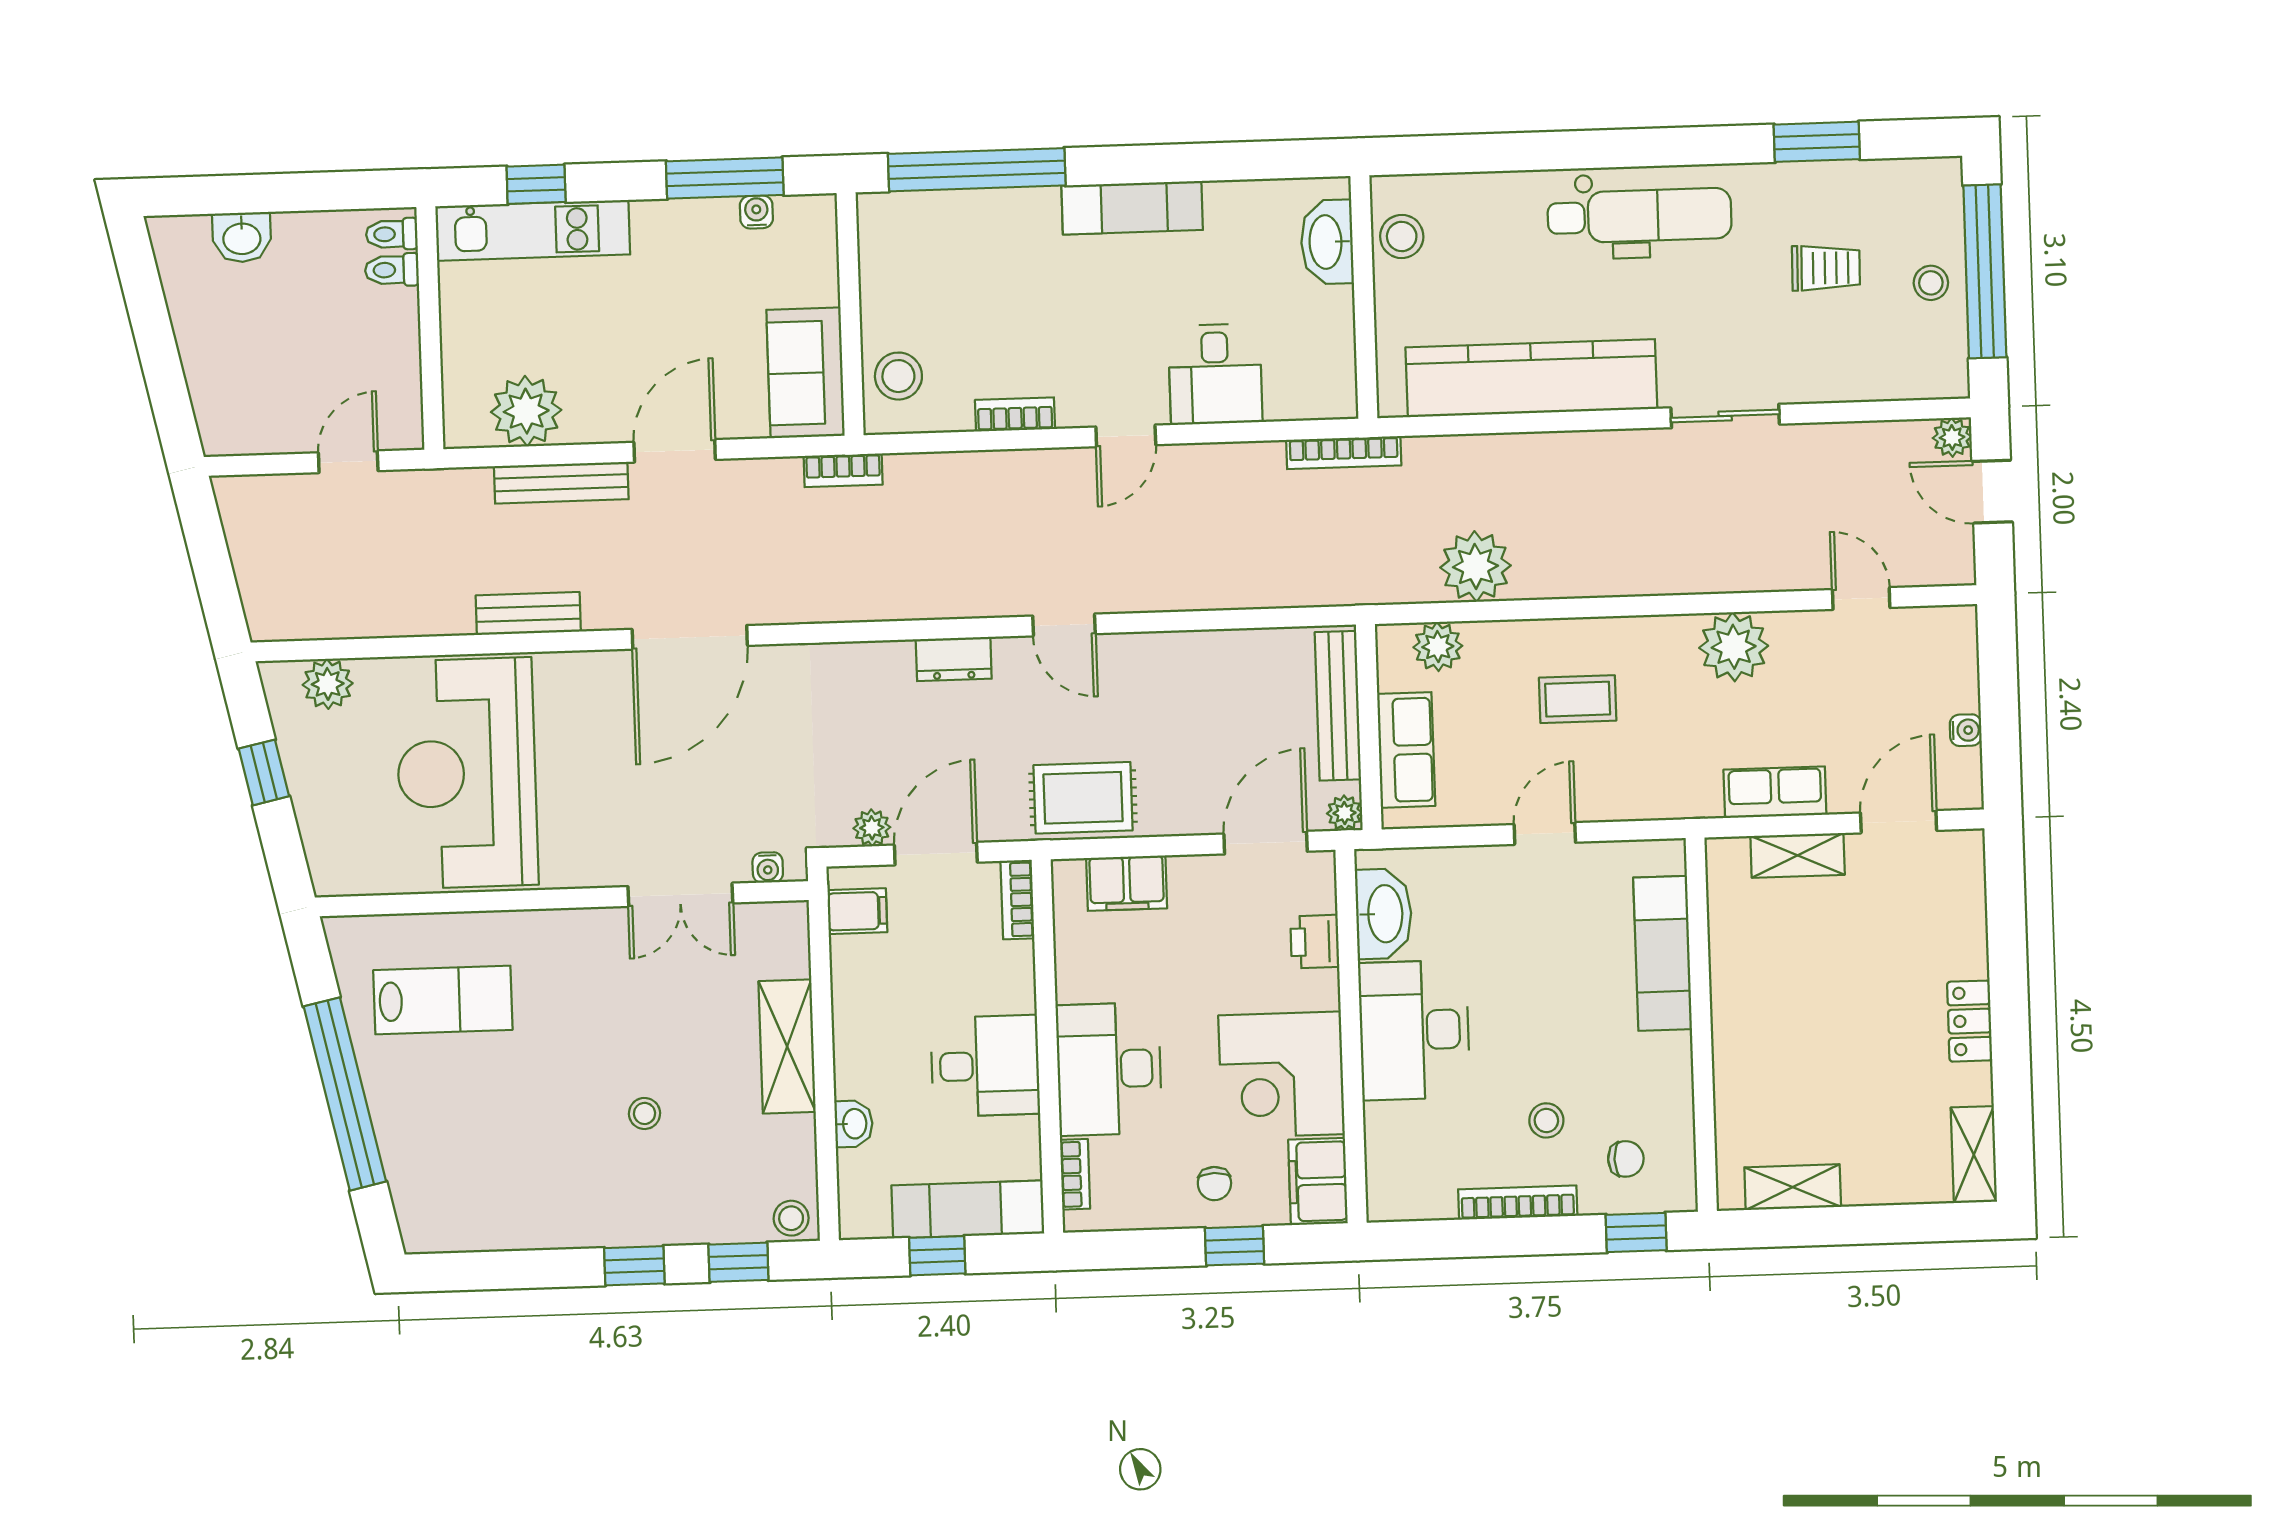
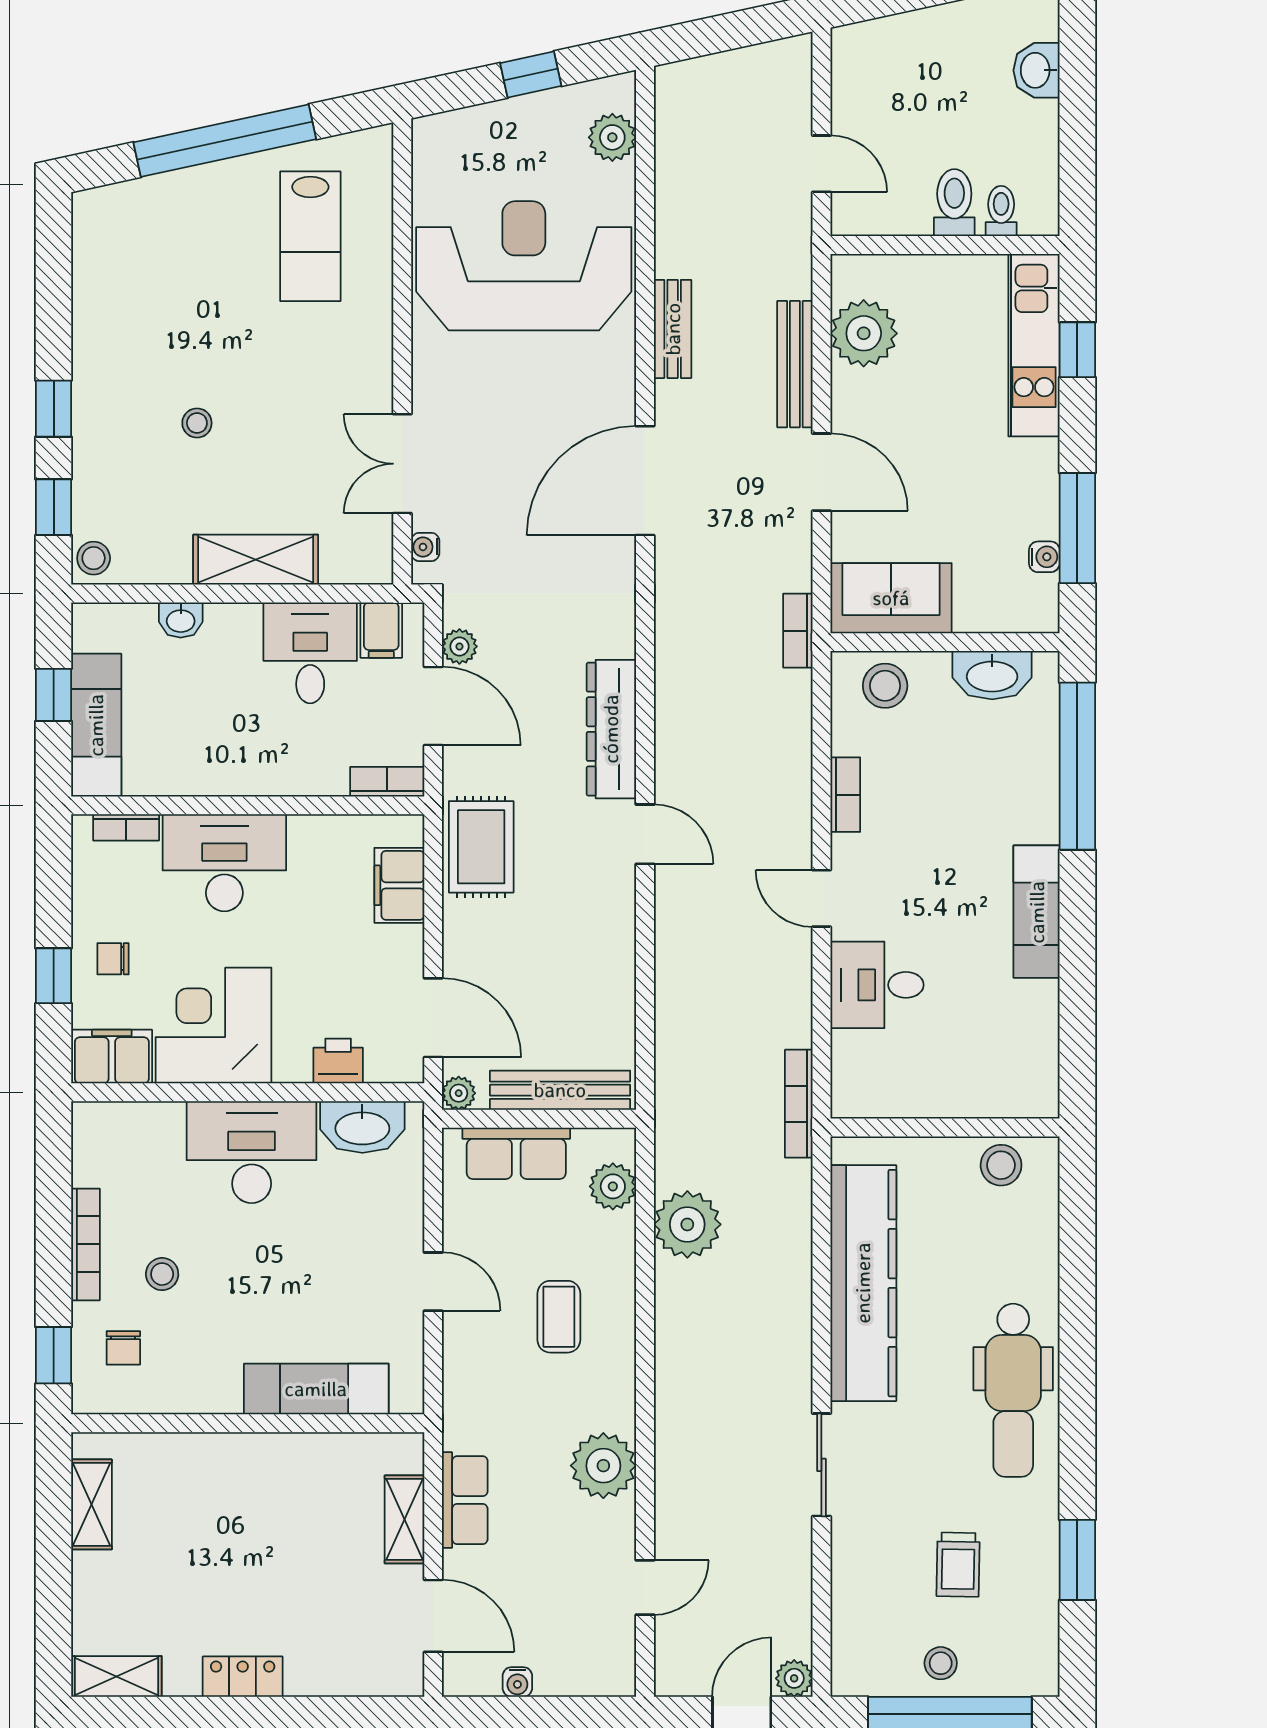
toilet: (392, 234) -> (954, 203), moved, width x1.37, depth x1.39
washbasin: (1327, 242) -> (992, 675), moved, turned 180
door: (1064, 625) -> (645, 834), swing flipped
door: (690, 637) -> (645, 481), hinge flipped
dresser: (954, 659) -> (611, 729), width x1.96, depth x1.24
desk: (985, 1066) -> (310, 653), moved, turned 180

